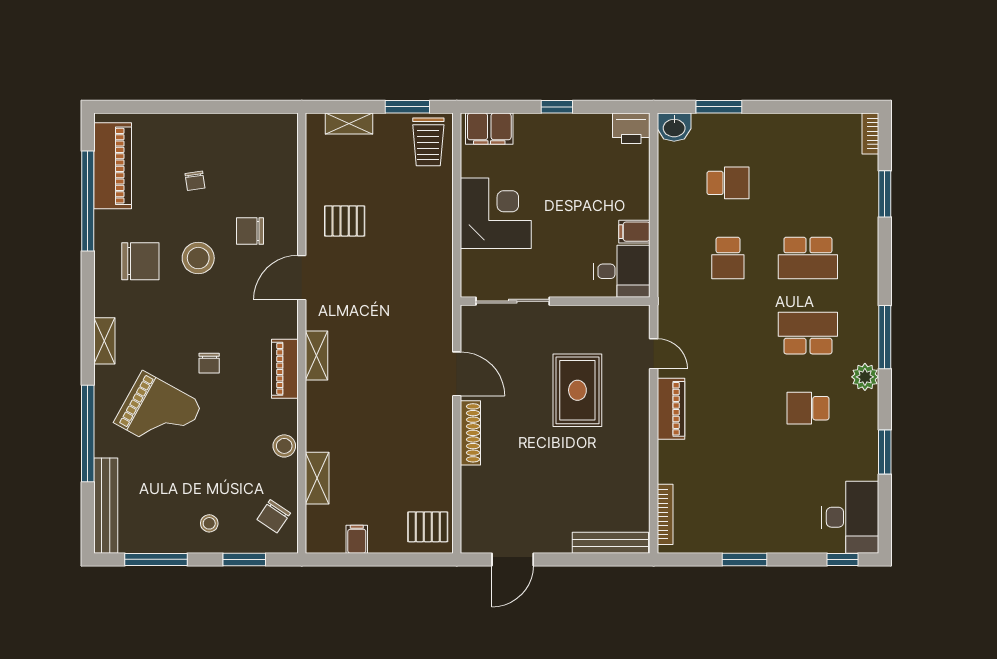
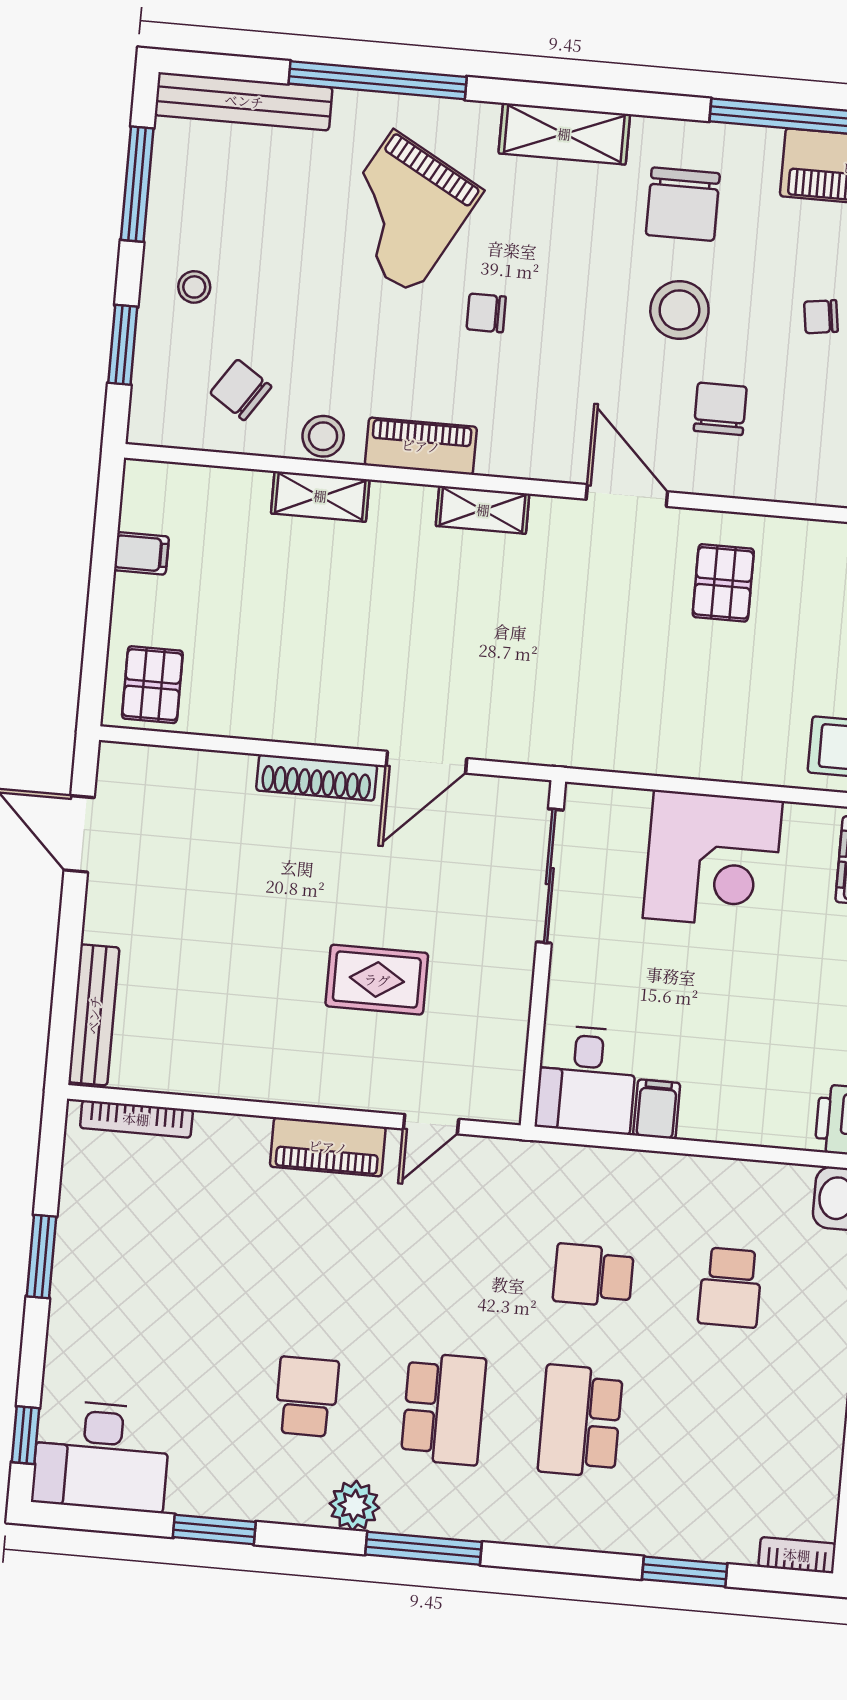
shelving: (104, 341) -> (564, 134), width x1.50, depth x1.33
piano: (285, 369) -> (421, 446), moved
rug: (577, 390) -> (377, 980), width x0.73, depth x0.70
shelving: (317, 478) -> (320, 496), moved
chair: (274, 516) -> (241, 390), moved

